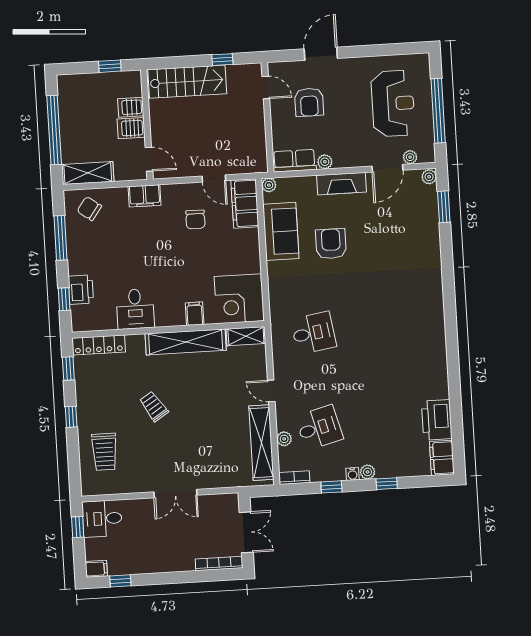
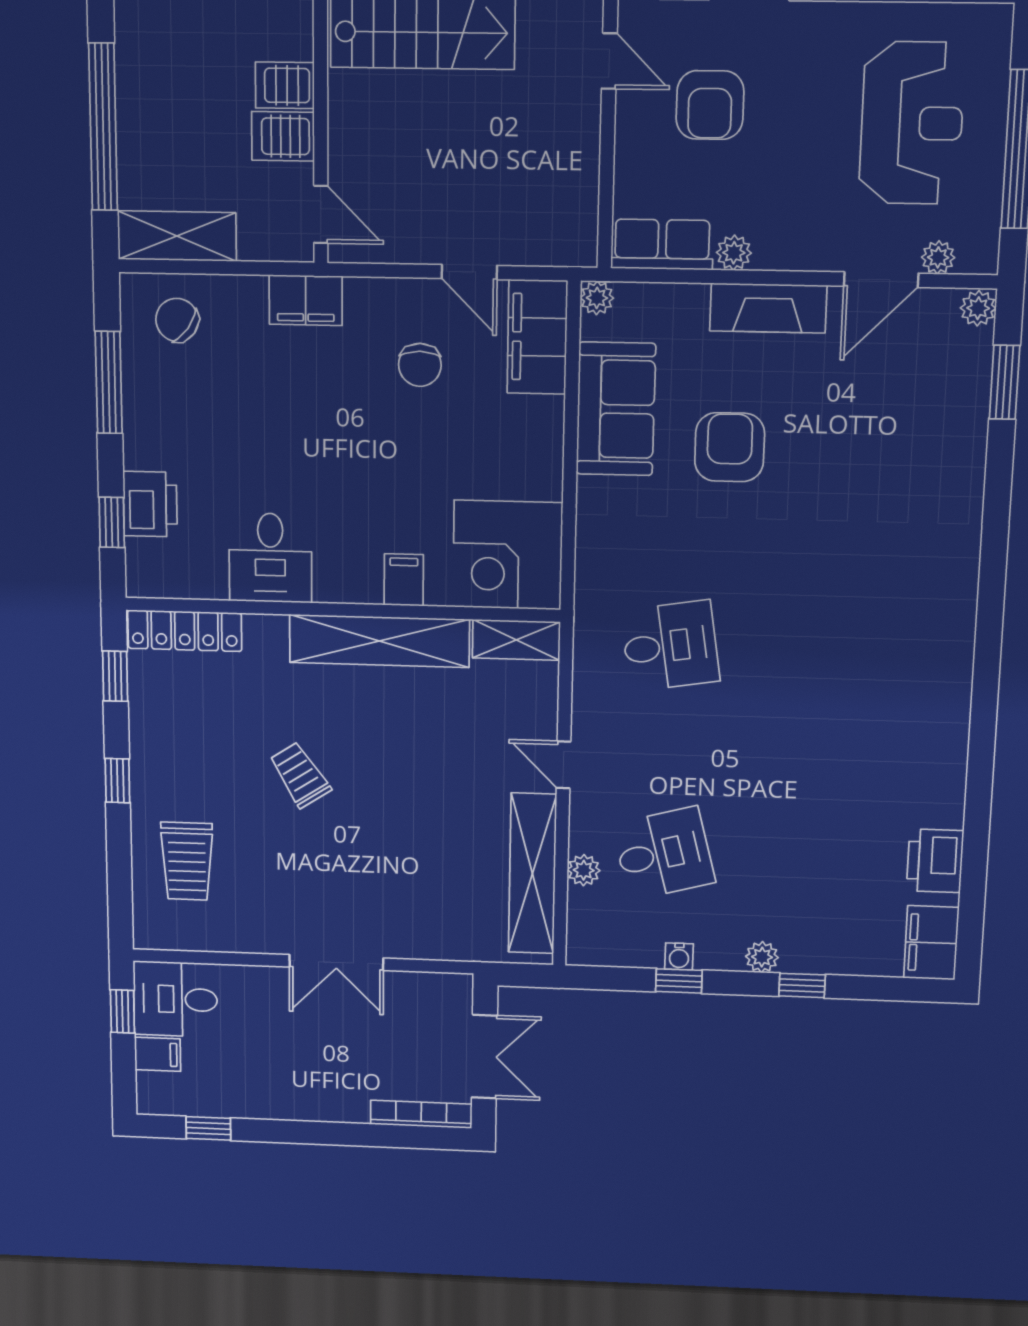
printer: (437, 420) -> (935, 861), width x0.73, depth x0.84
water cooler: (352, 474) -> (679, 956), moved
bookcase: (294, 478) -> (599, 954), removed
filing cabinet: (96, 569) -> (158, 1054), moved

